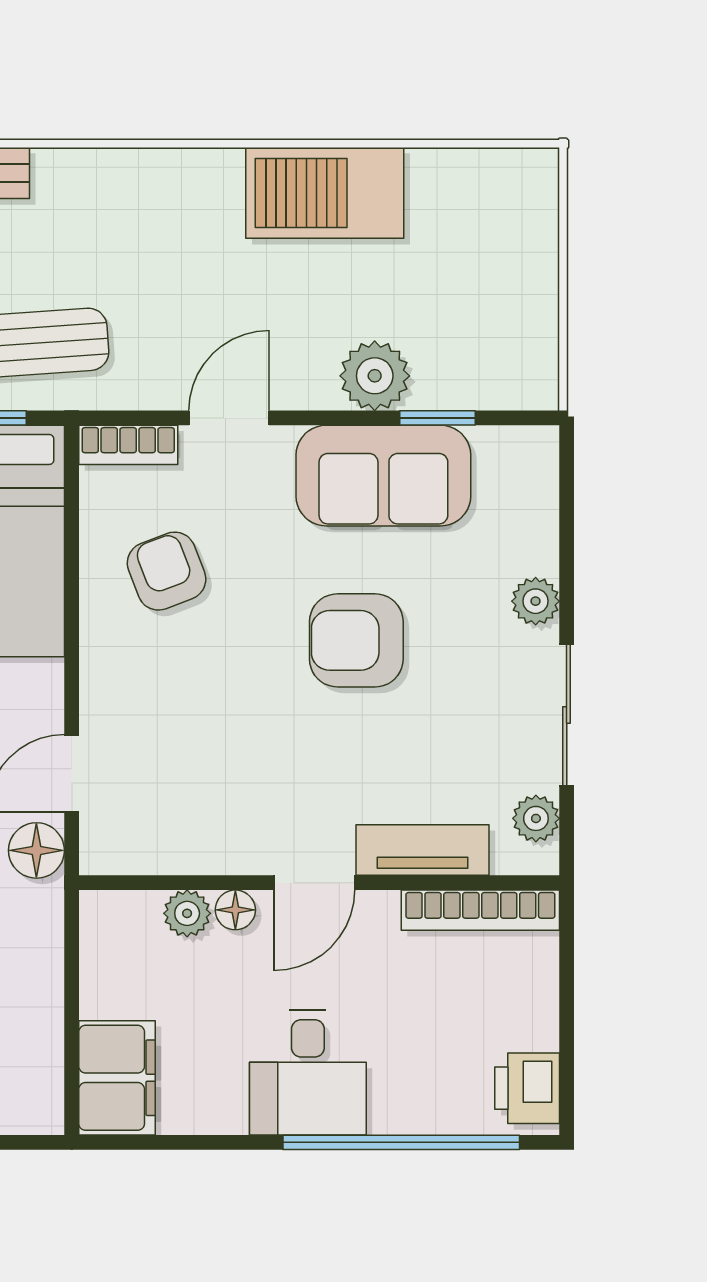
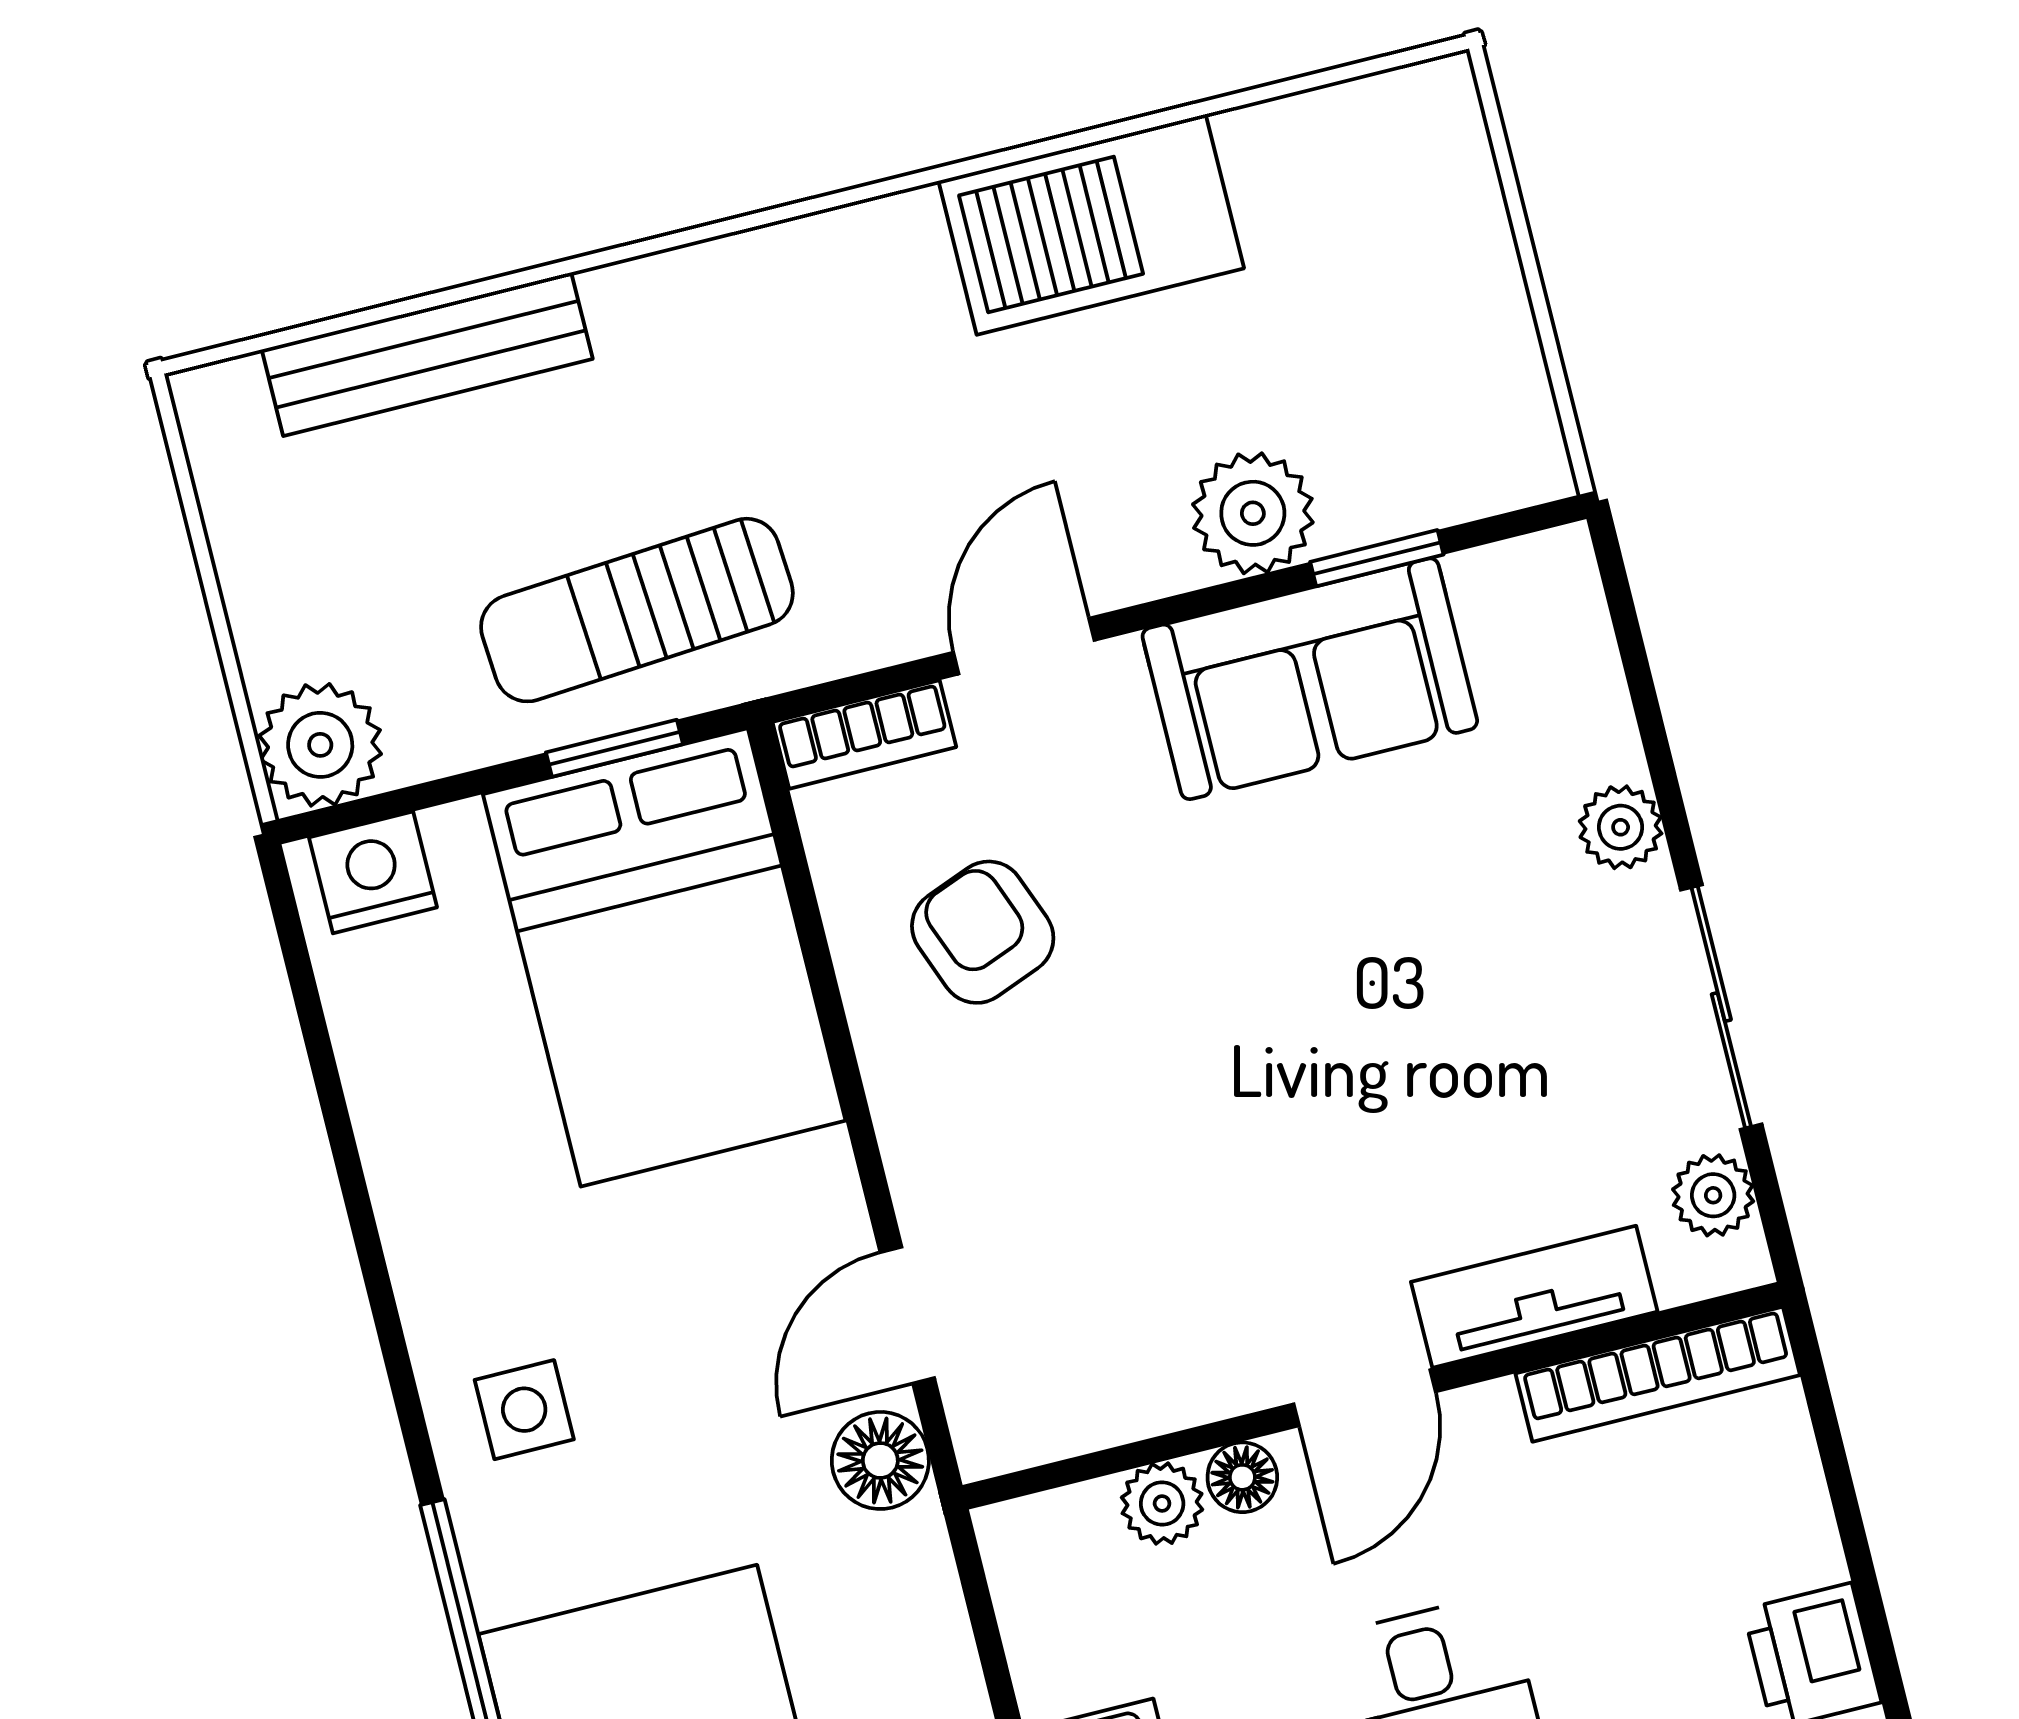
armchair: (356, 640) -> (1334, 969), removed

